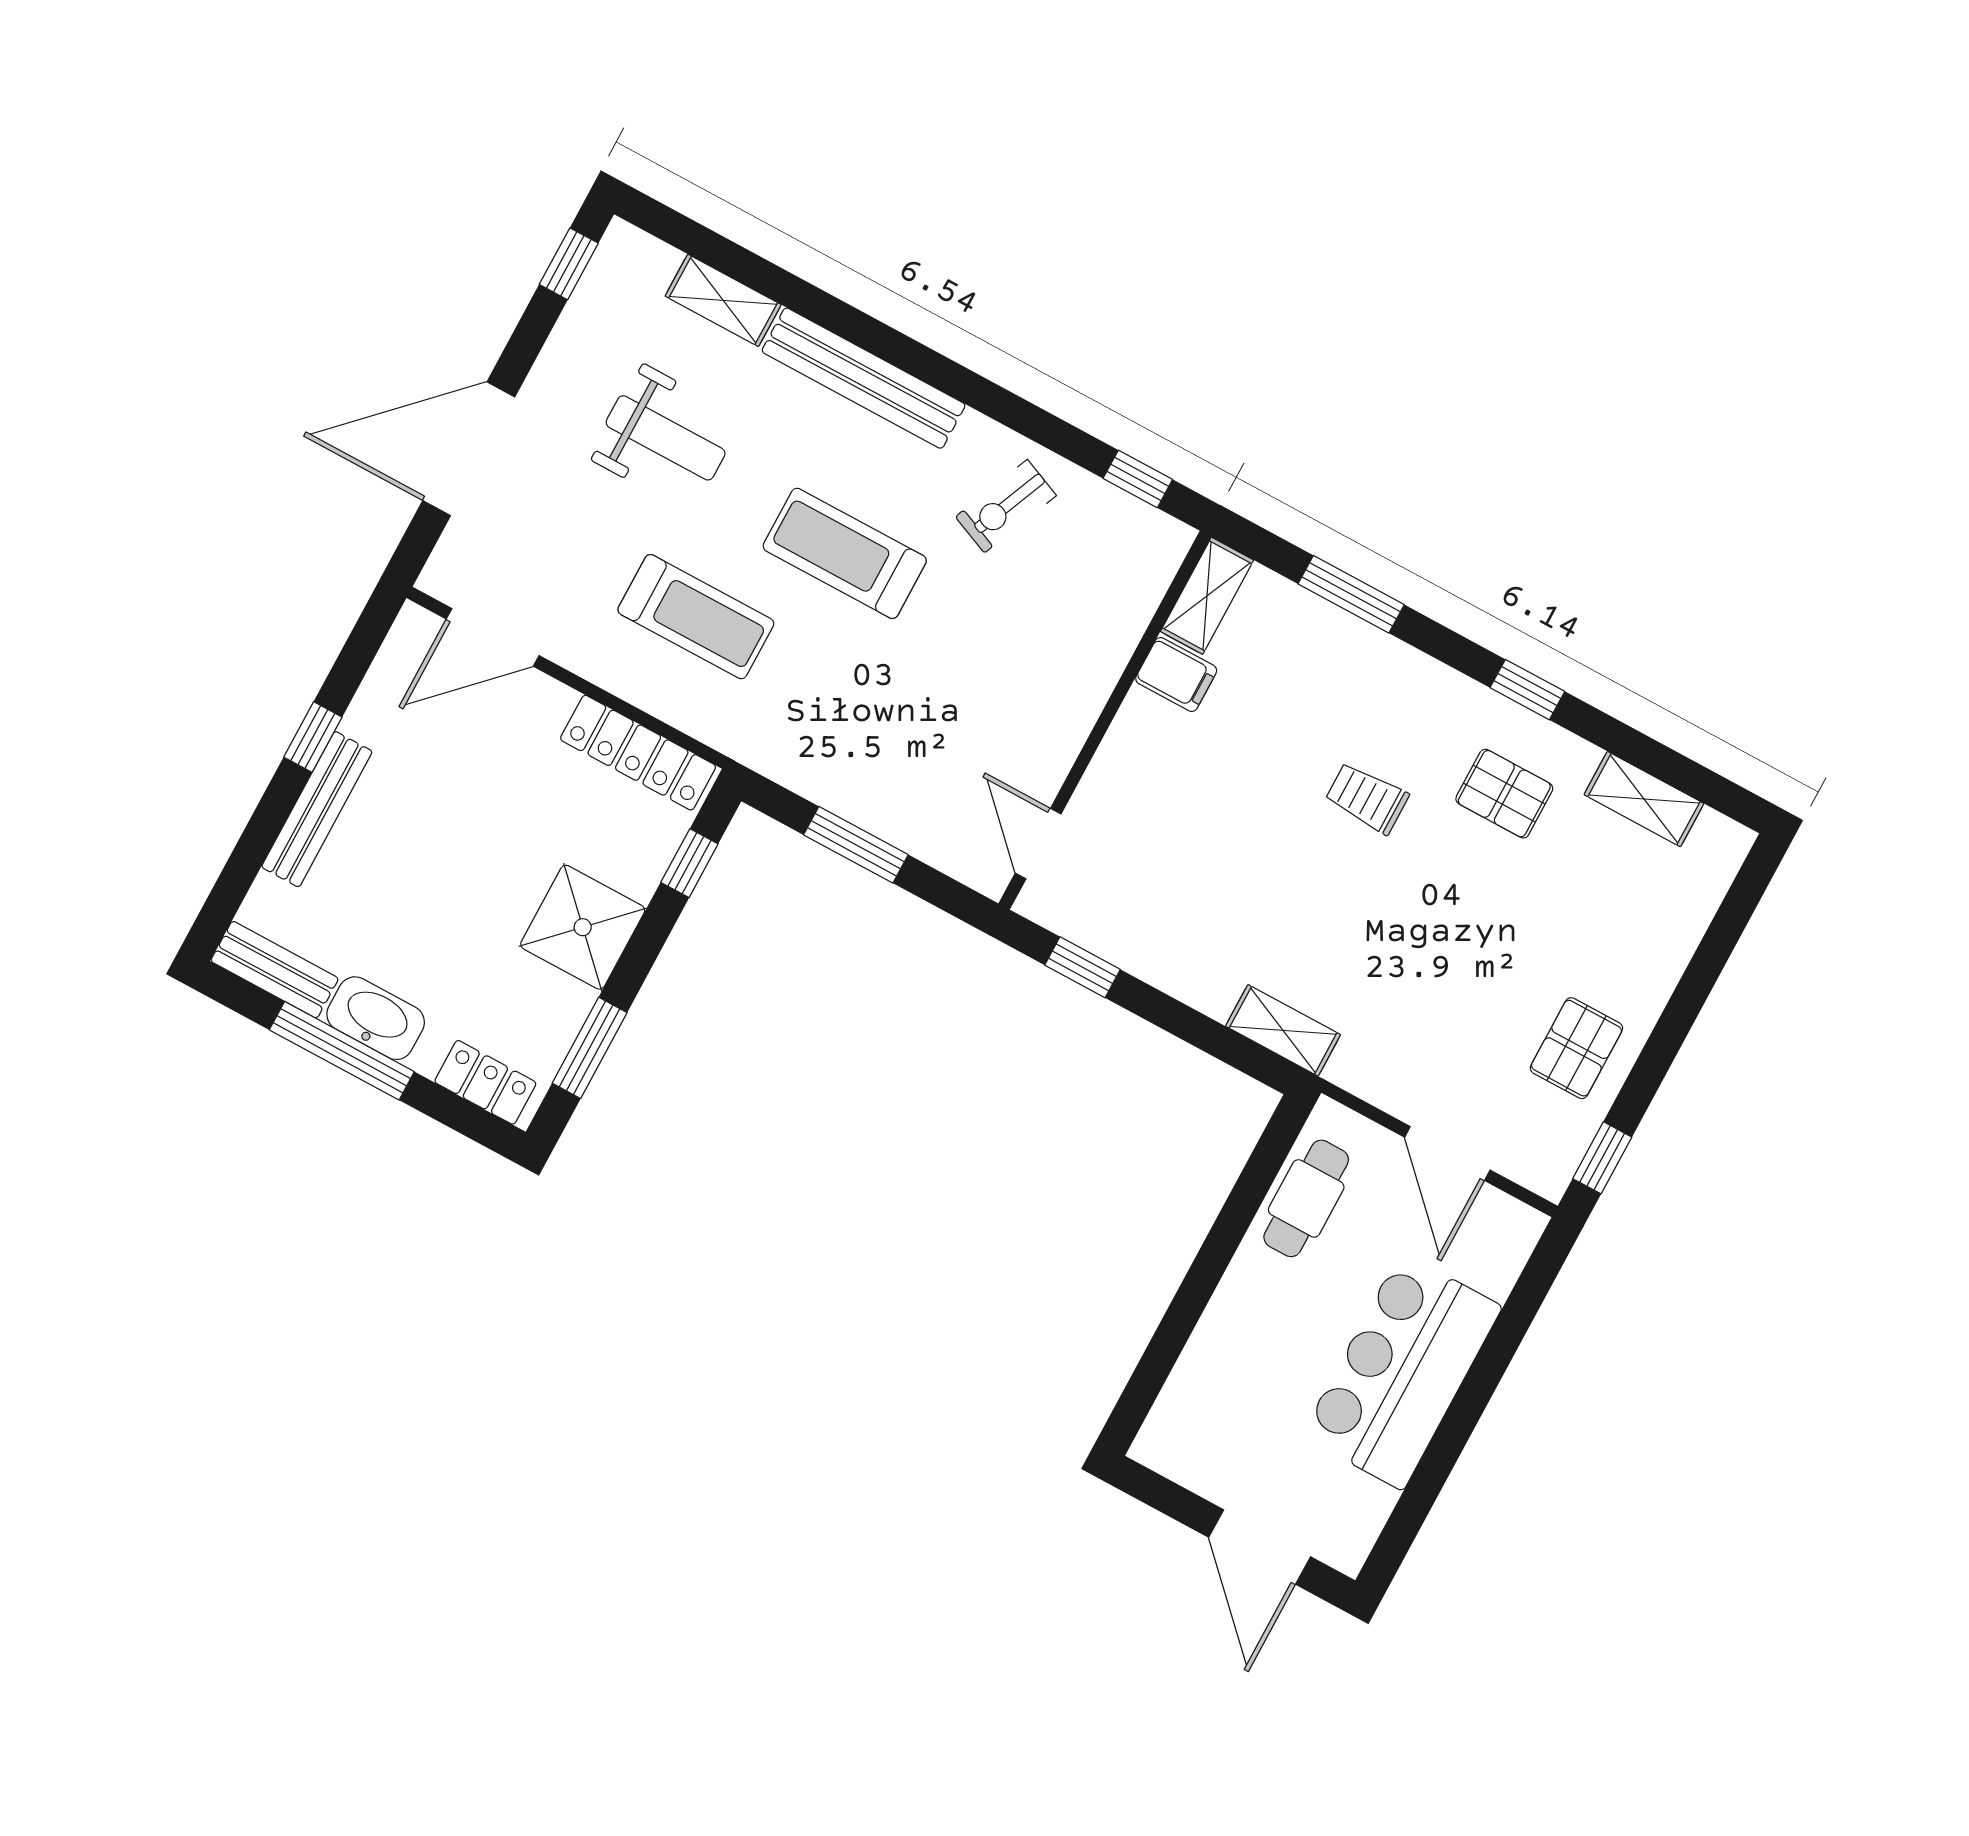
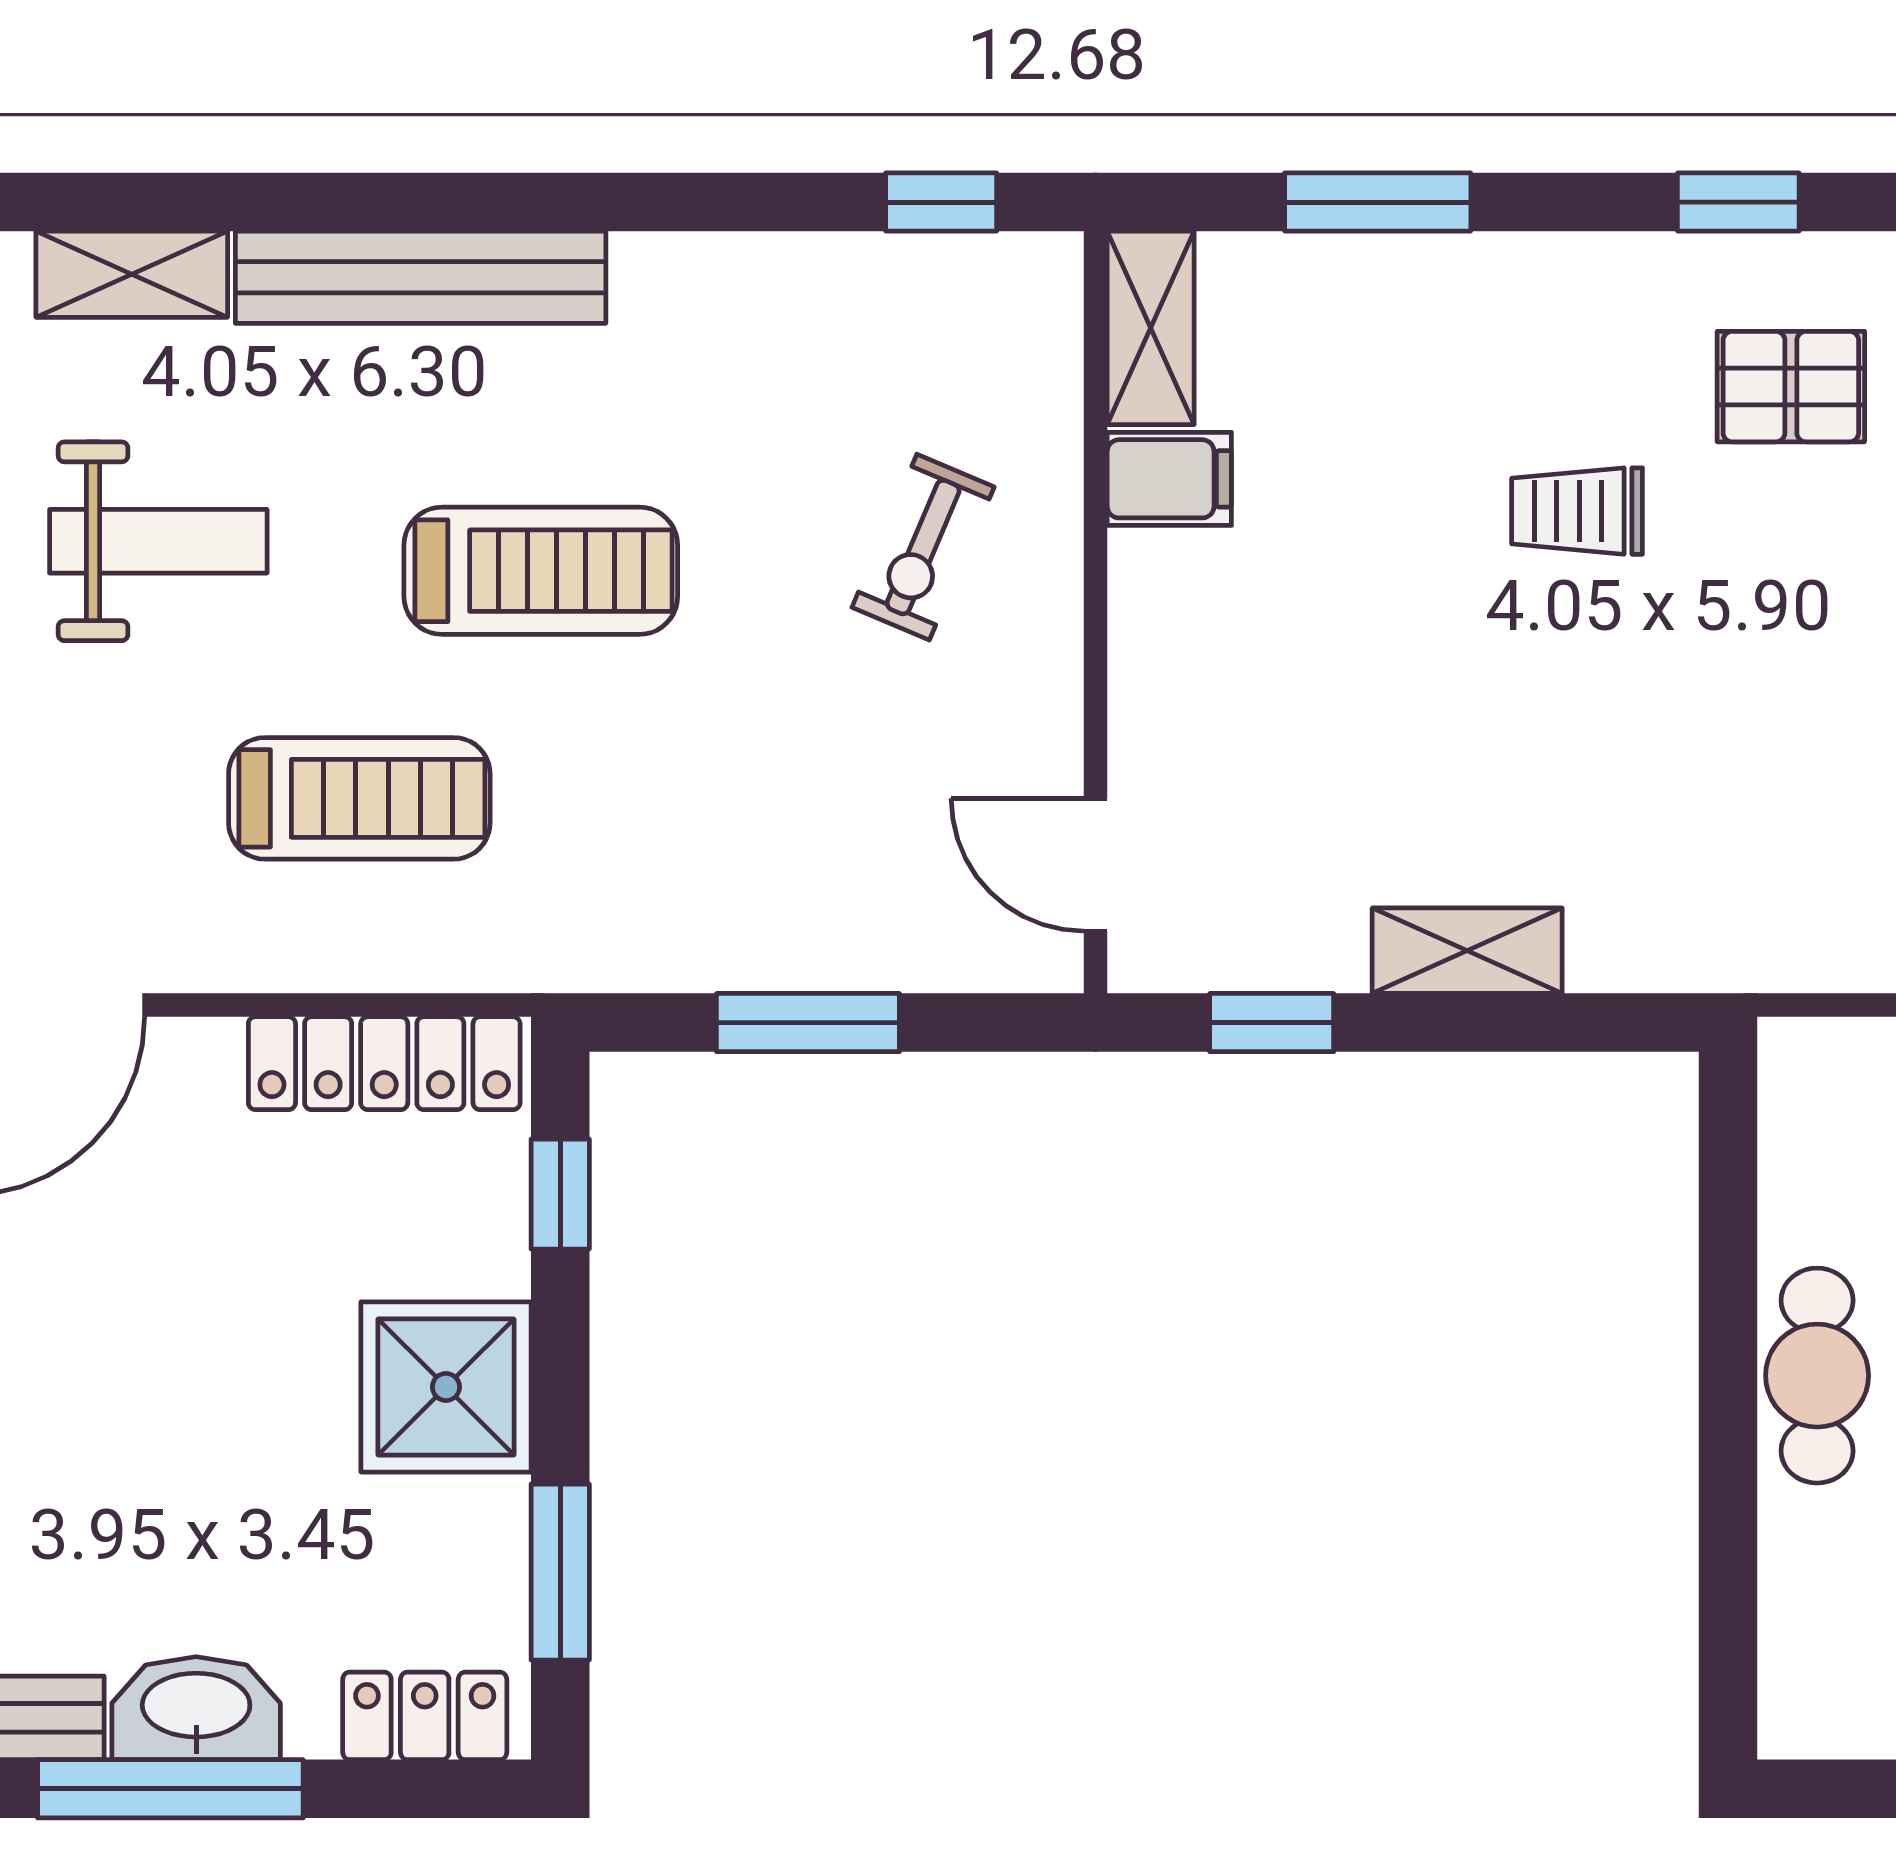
exercise bike: (1006, 506) -> (923, 547), moved
treadmill: (845, 553) -> (541, 571), turned 180
shelving: (1283, 1030) -> (1467, 951), moved
cafe table: (1306, 1198) -> (1817, 1376), moved

